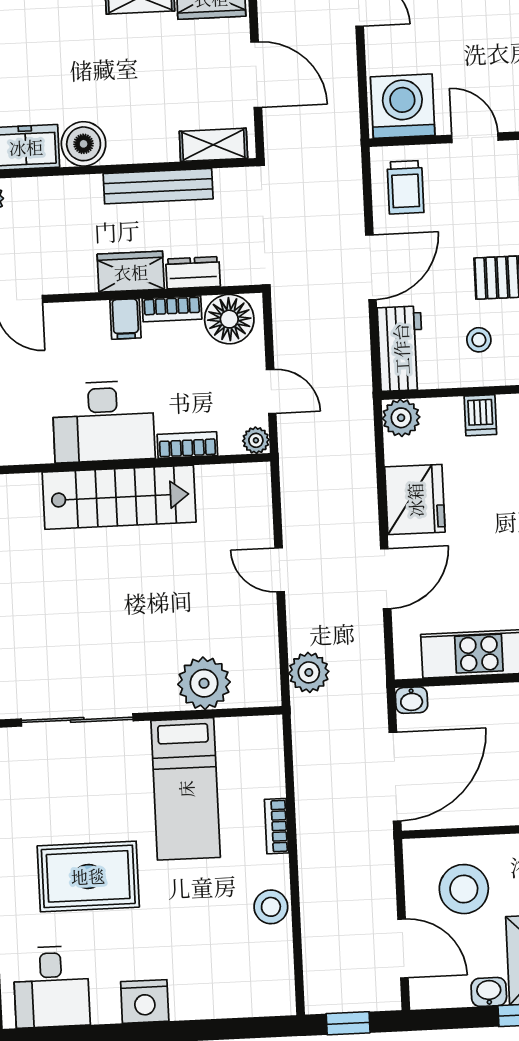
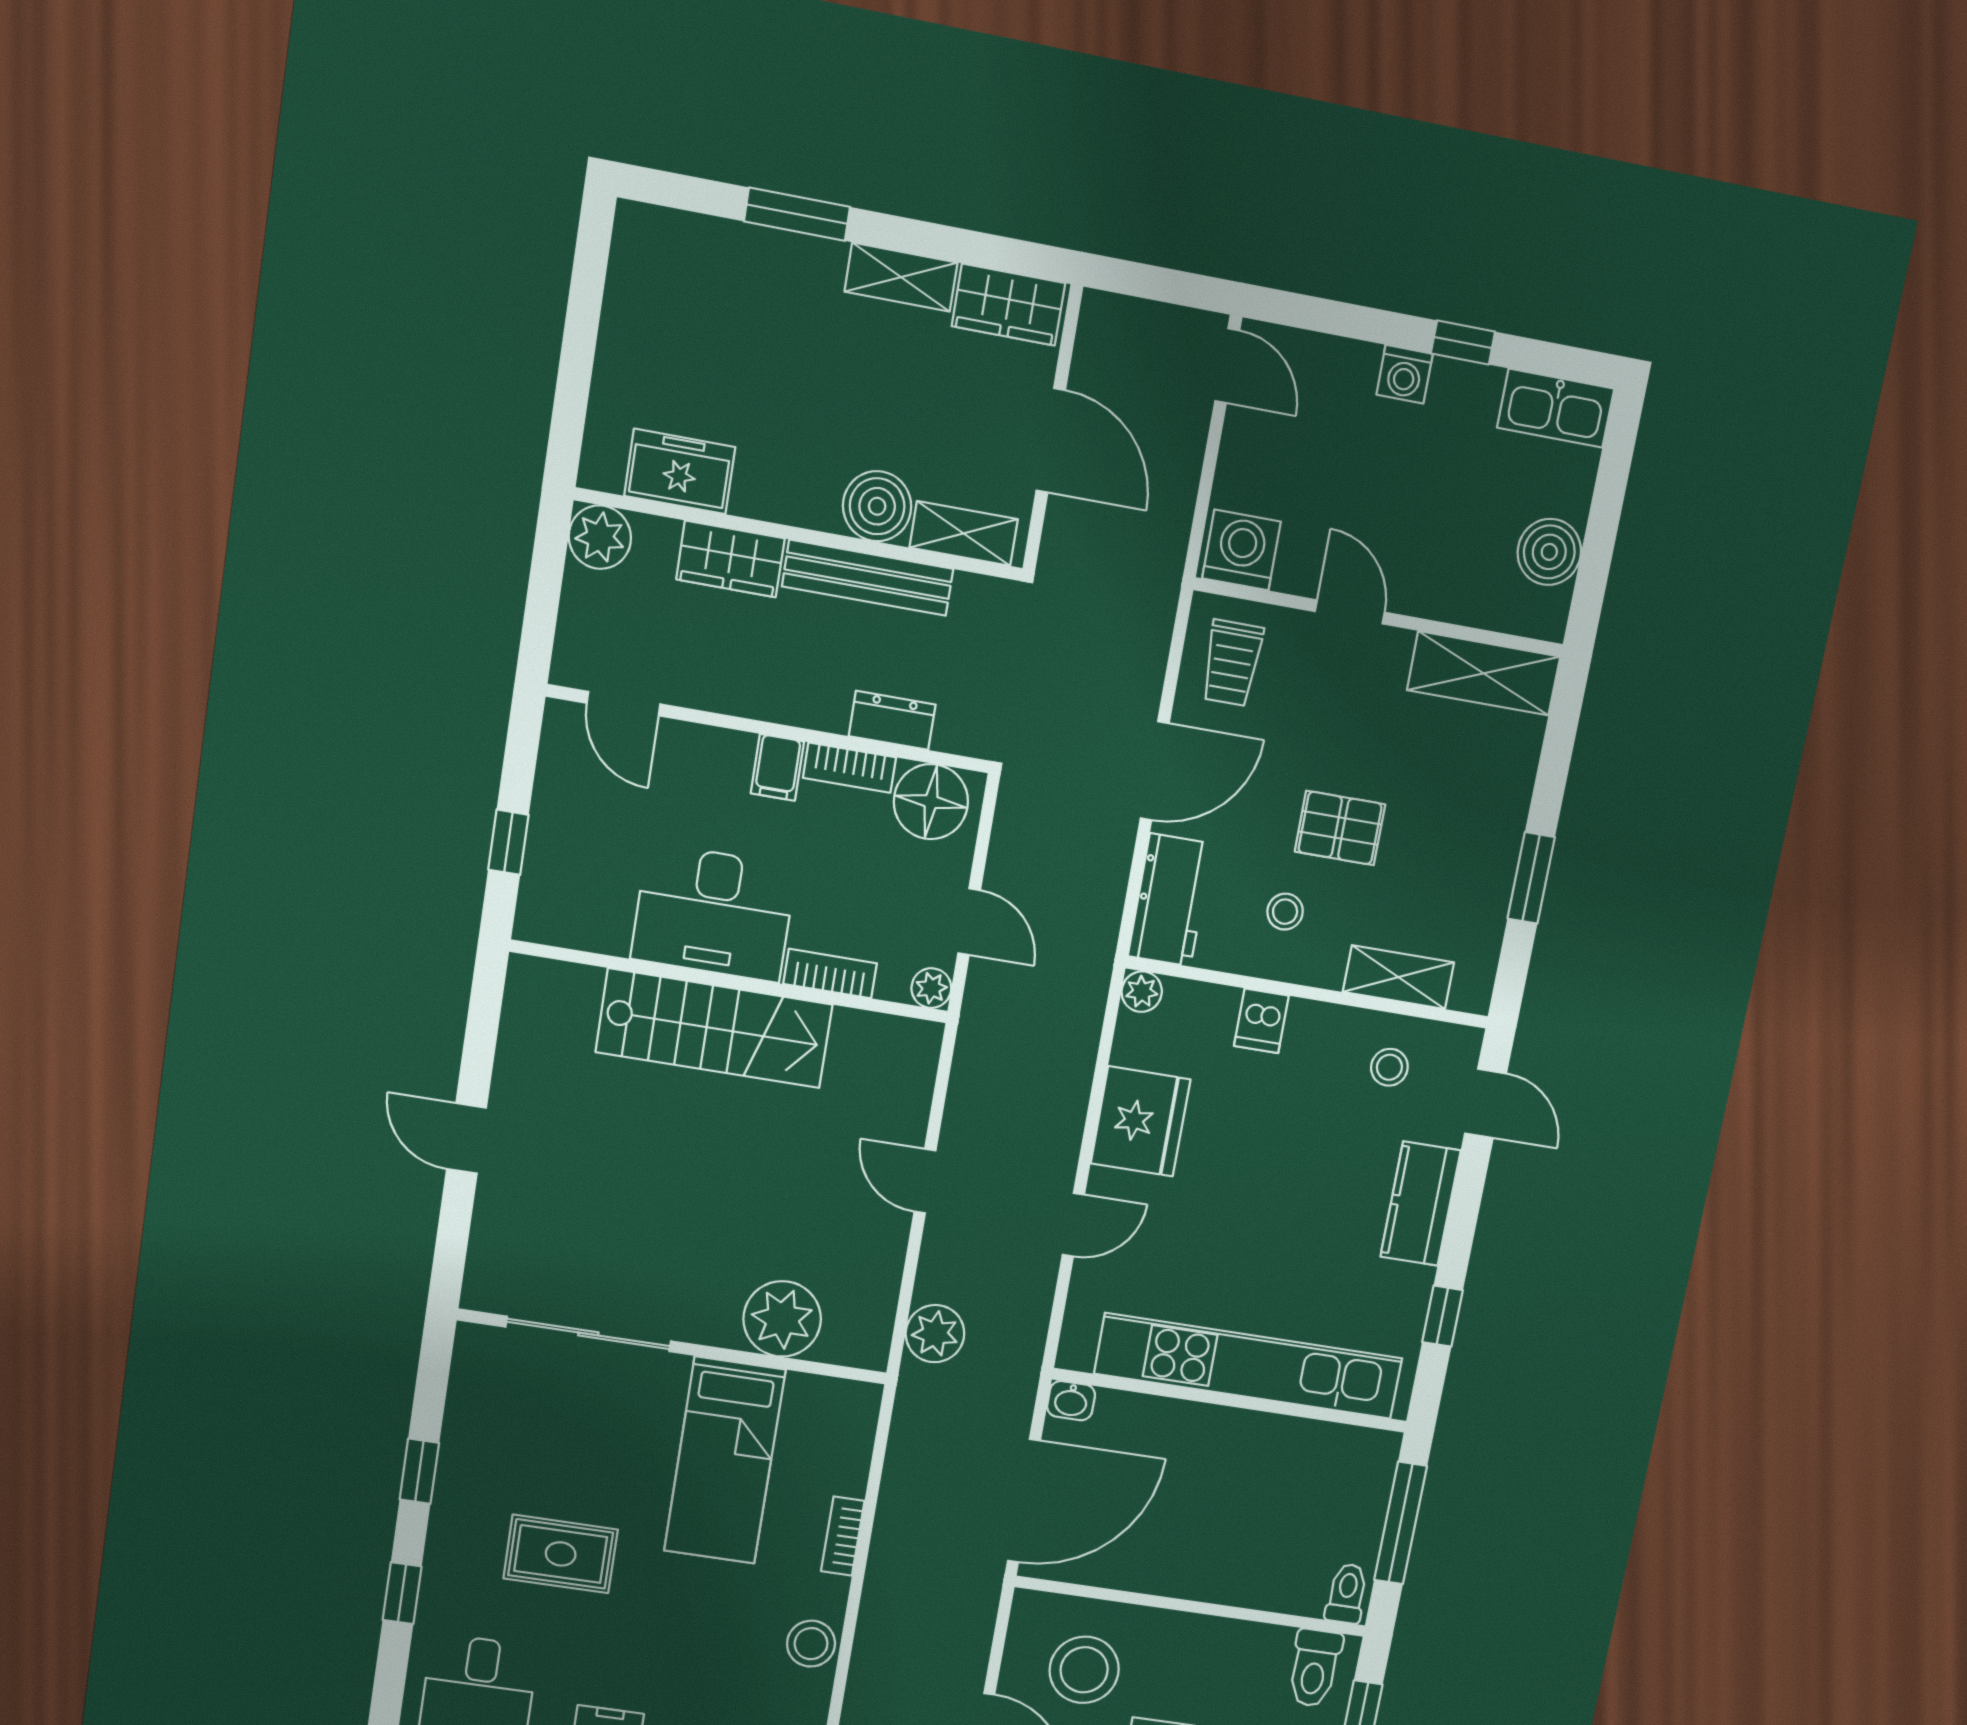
washing machine: (403, 106) -> (1241, 550), width x0.73, depth x0.73
boiler: (84, 144) -> (877, 506), moved
wardrobe: (131, 272) -> (731, 559), moved, turned 180
plant: (401, 418) -> (1142, 992), width x0.73, depth x0.73
door: (386, 579) -> (1073, 1225), width x0.73
rug: (88, 876) -> (561, 1554), width x0.73, depth x0.70

